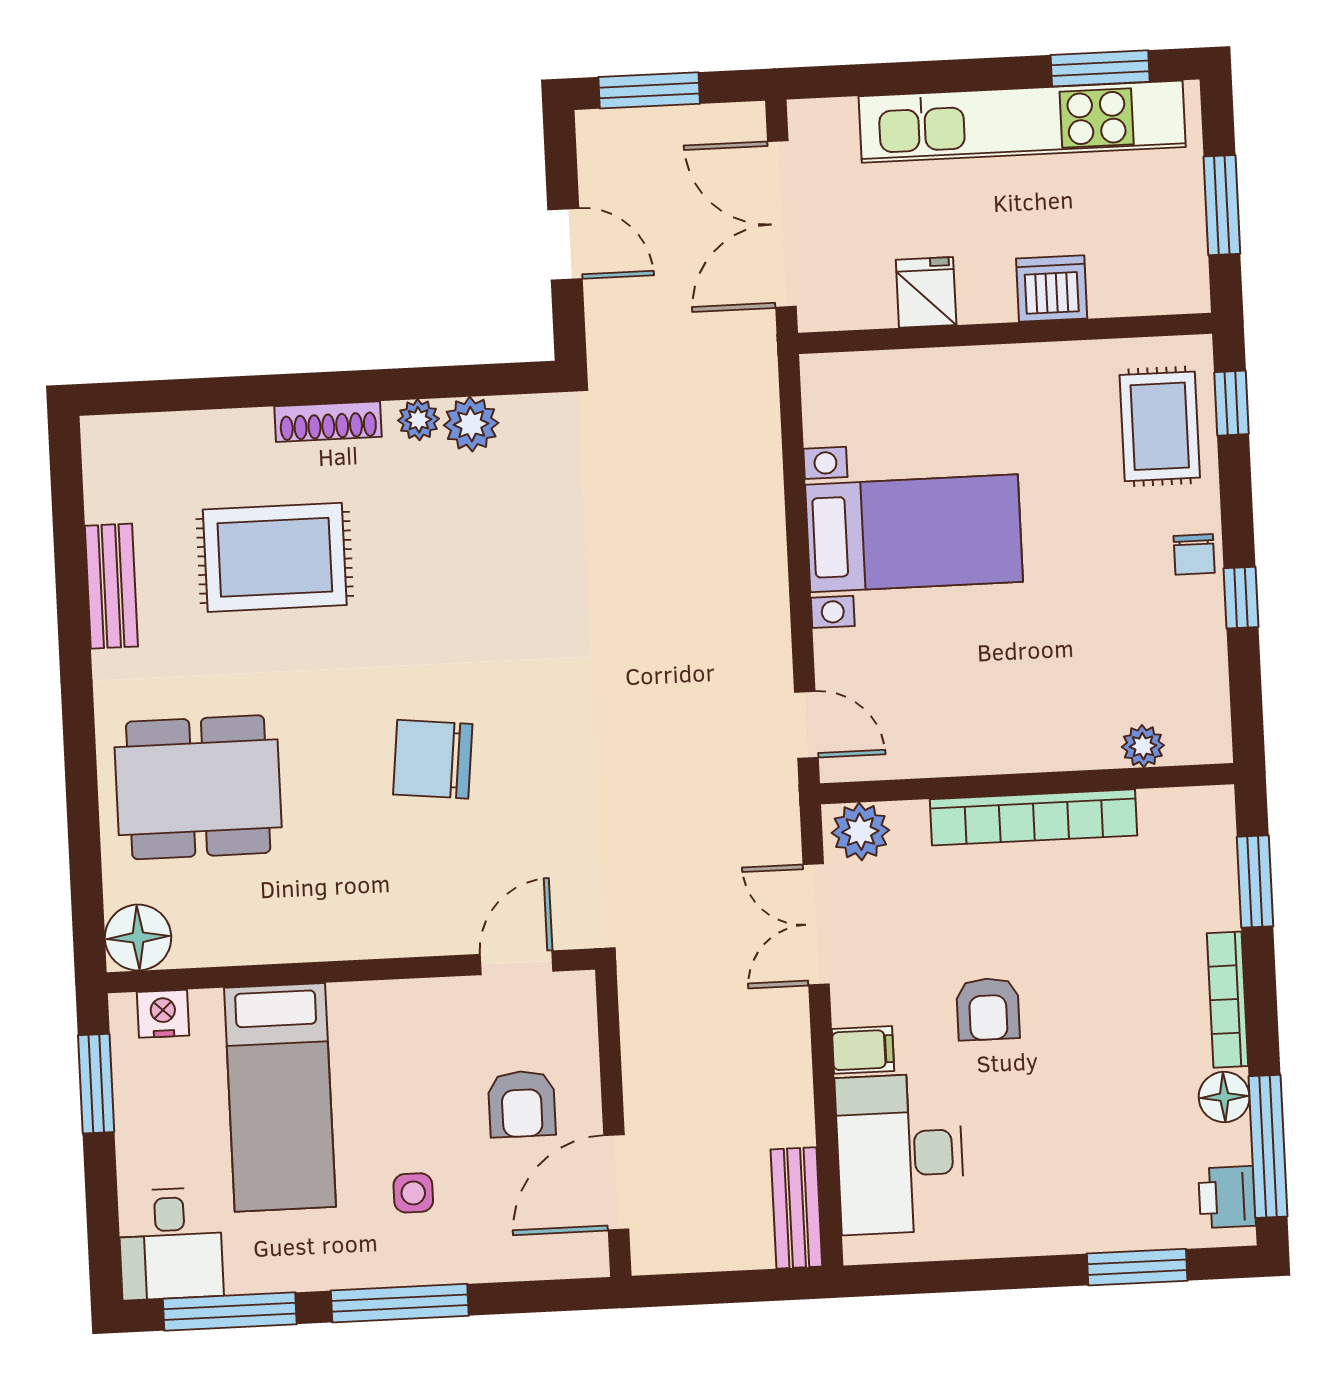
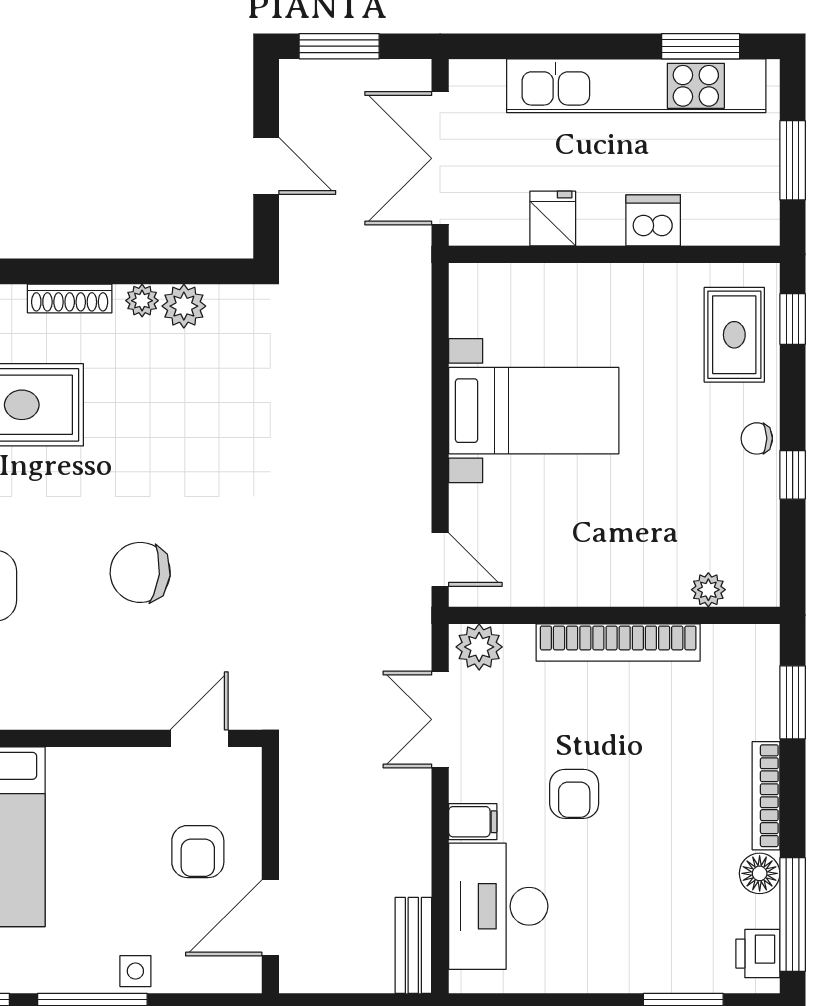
chair: (1194, 554) -> (757, 438), turned 90
side table: (413, 1193) -> (135, 971), moved

